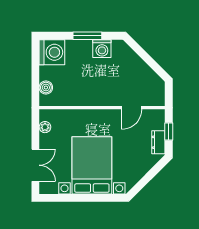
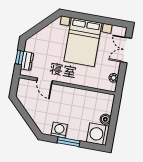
boiler: (46, 88) -> (105, 119), moved
door: (132, 108) -> (45, 81), swing flipped
dresser: (158, 142) -> (27, 61), moved

